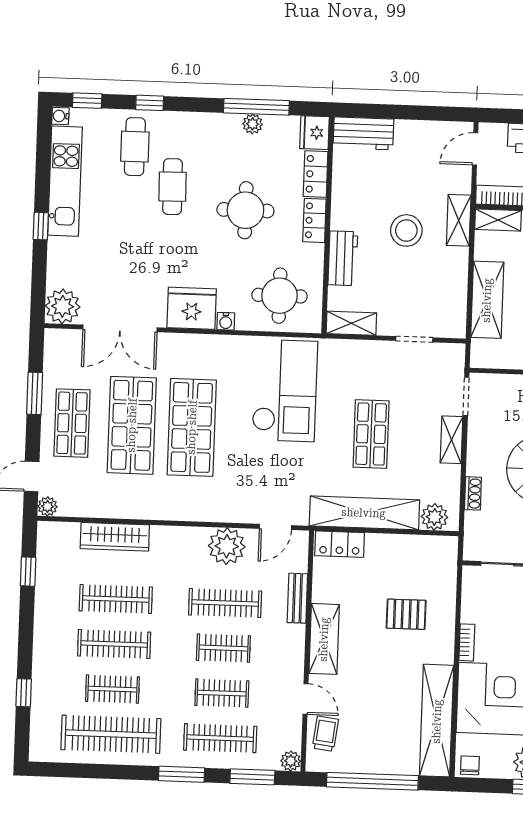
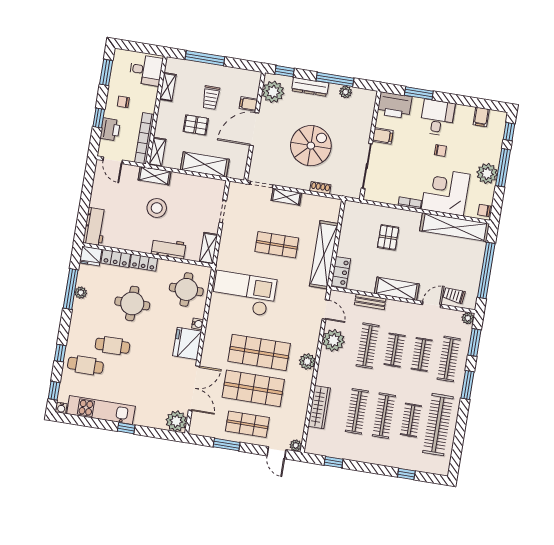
plant: (434, 517) -> (307, 362), moved

